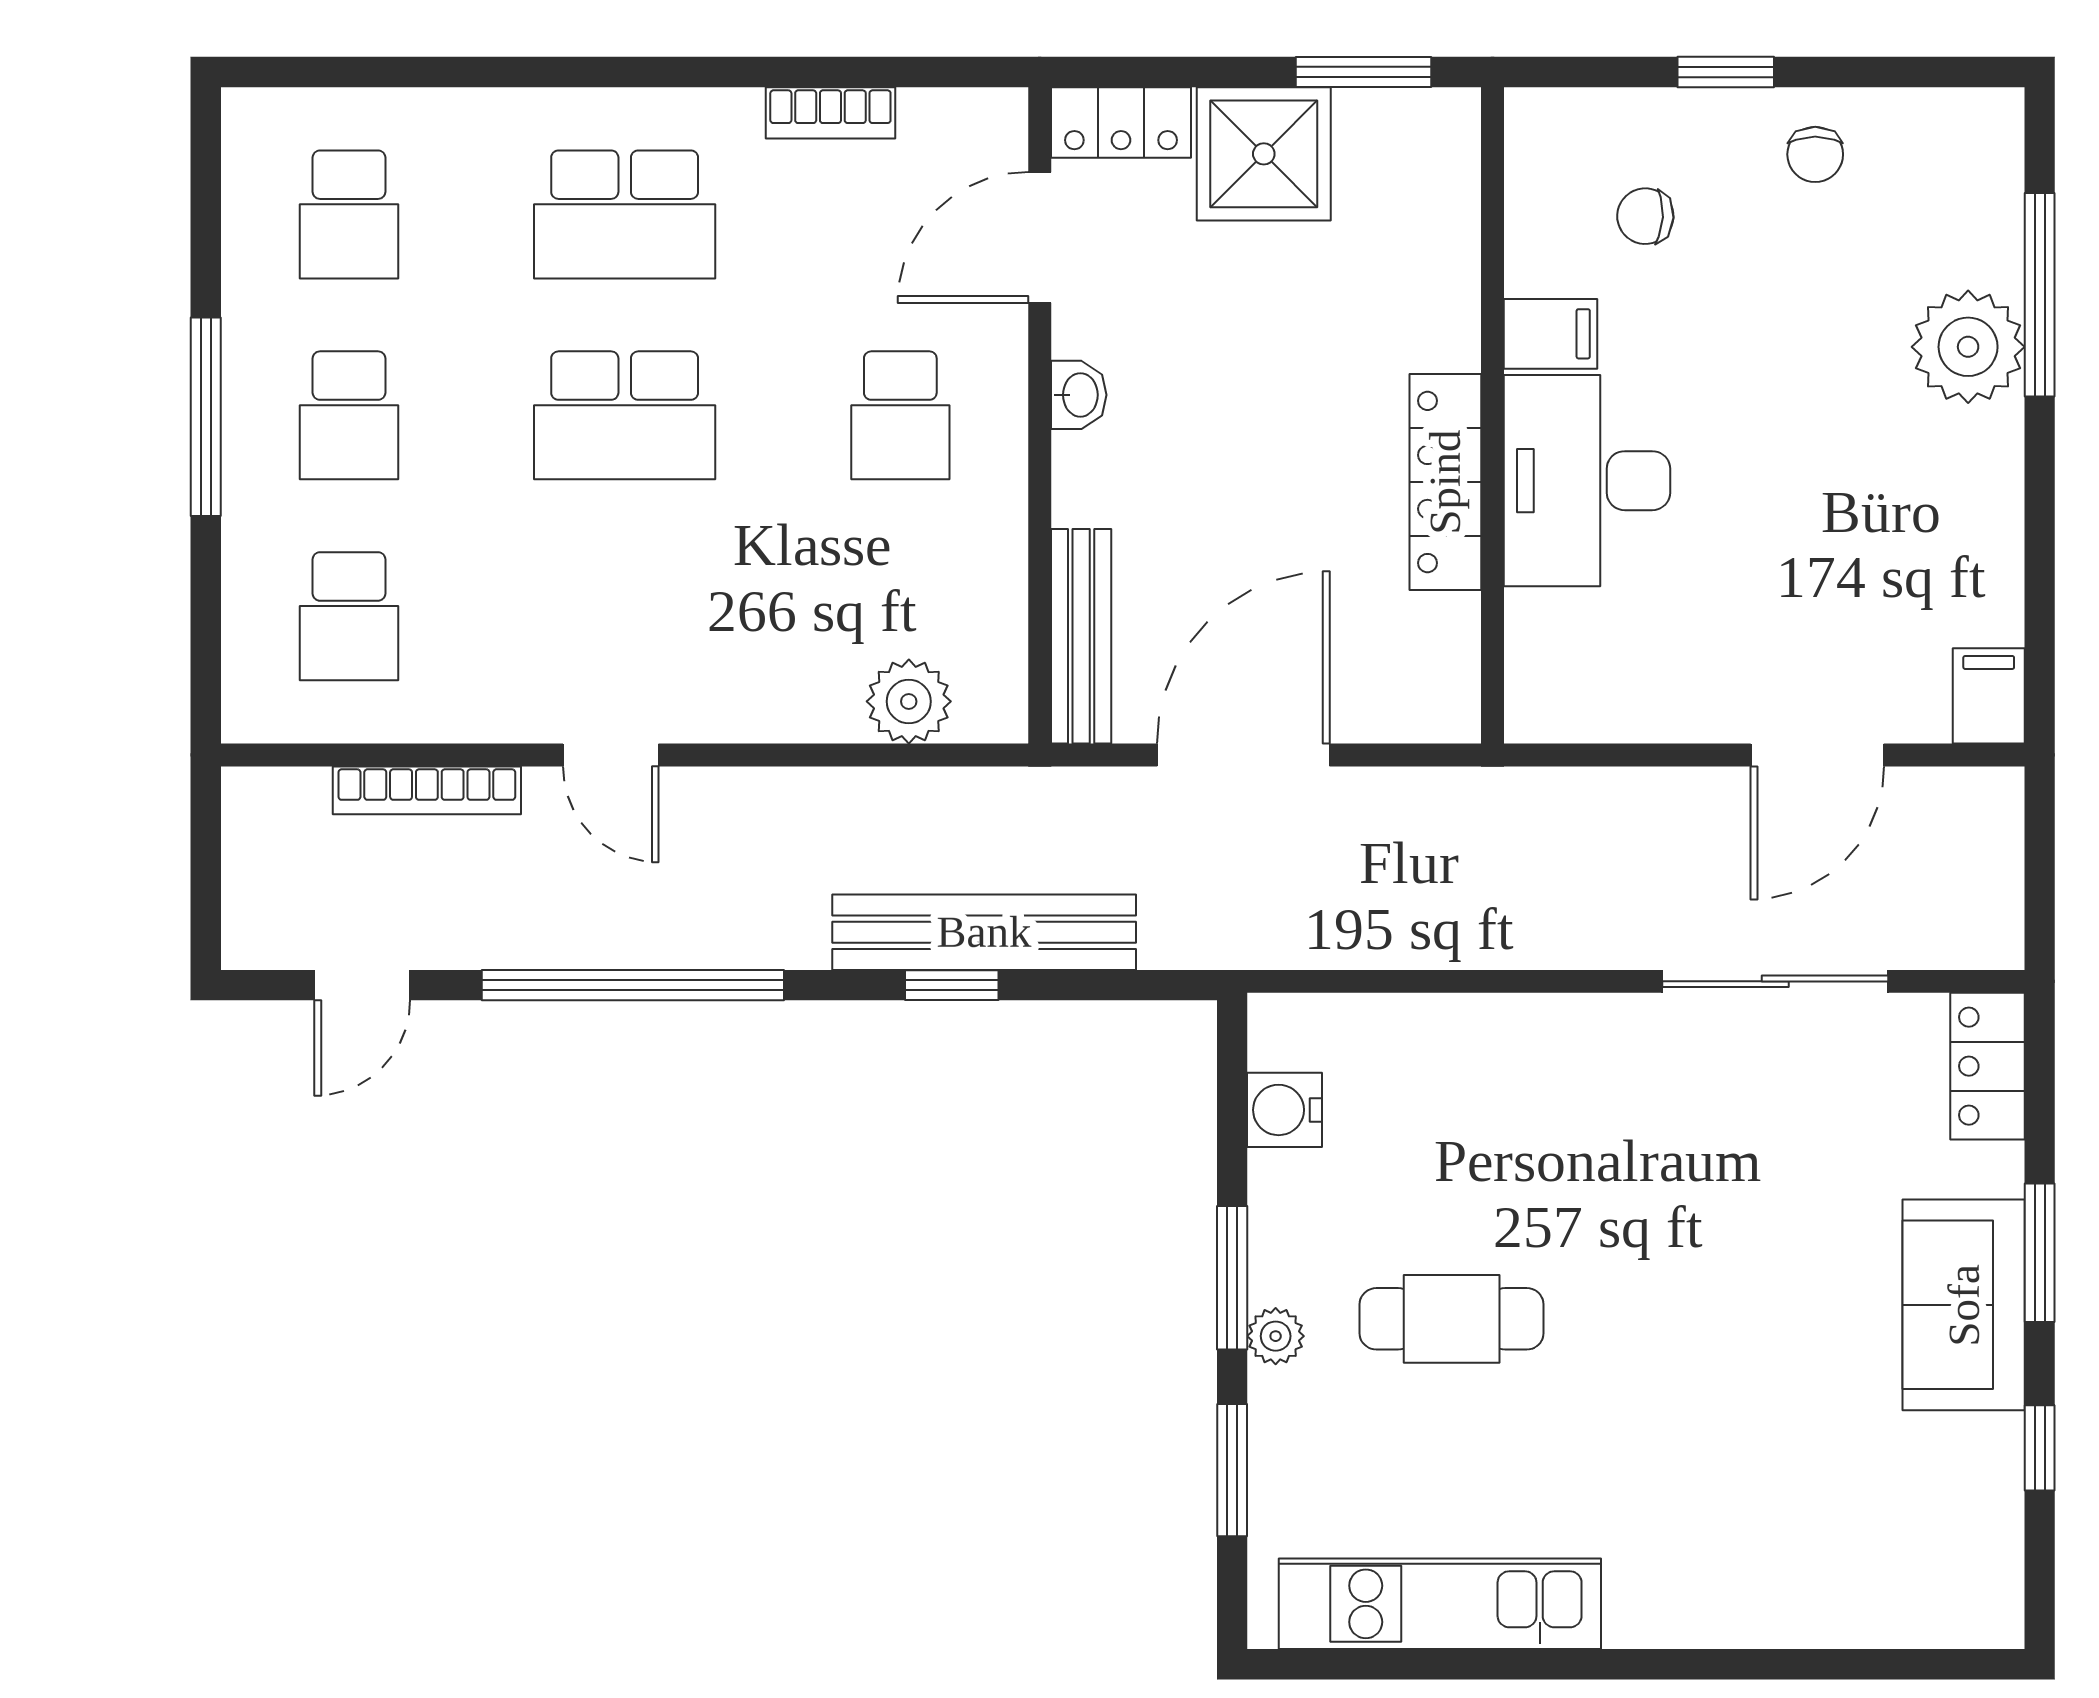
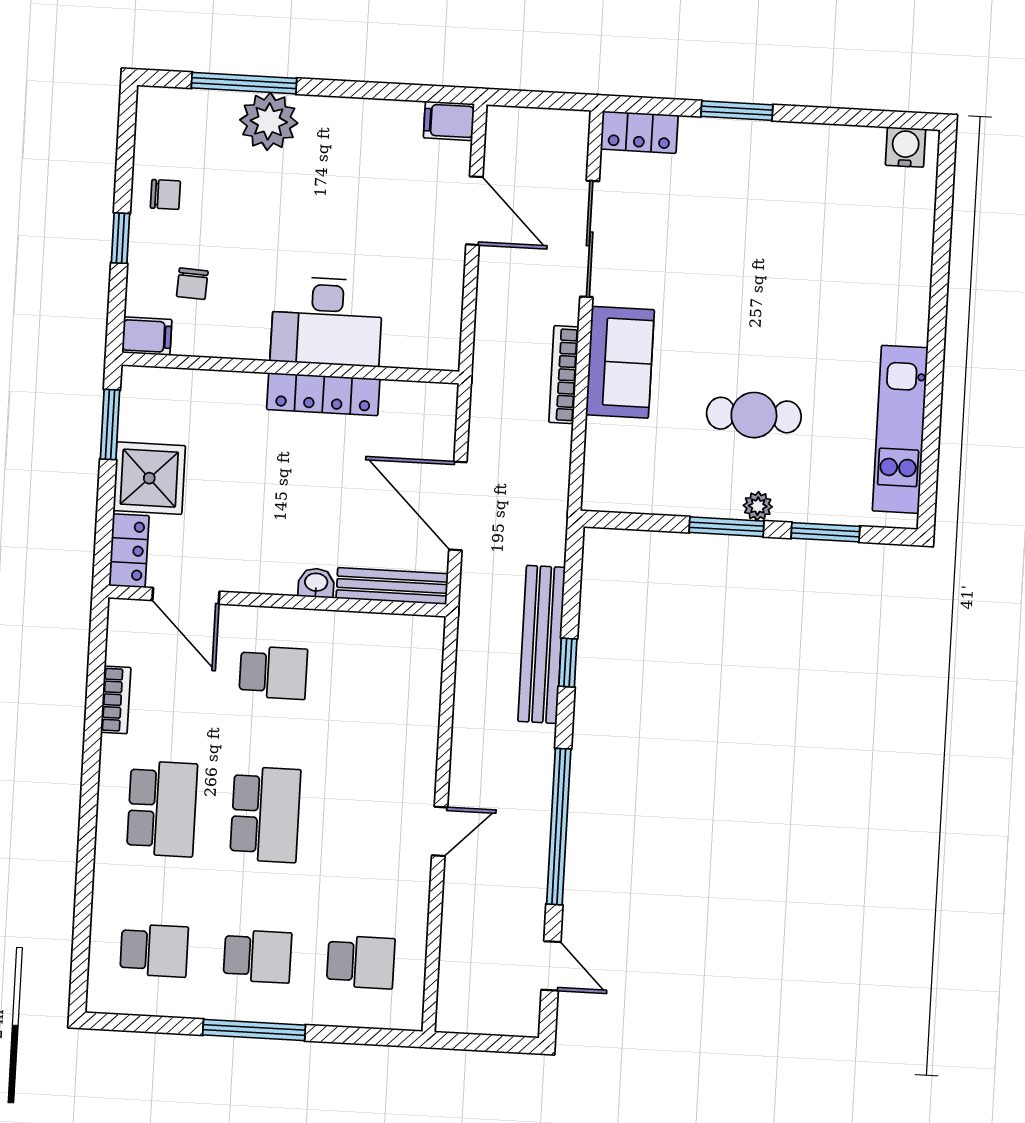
filing cabinet: (1551, 334) -> (147, 336), moved, turned 90
washbasin: (1079, 395) -> (316, 583), moved
plant: (909, 701) -> (421, 677), removed
bookcase: (427, 790) -> (564, 375), moved, turned 180
water cooler: (1284, 1110) -> (905, 147), moved, turned 180
sofa: (1964, 1305) -> (620, 362), moved, turned -90
cafe table: (1452, 1319) -> (754, 415), turned 90
window: (2040, 1448) -> (837, 116), removed

